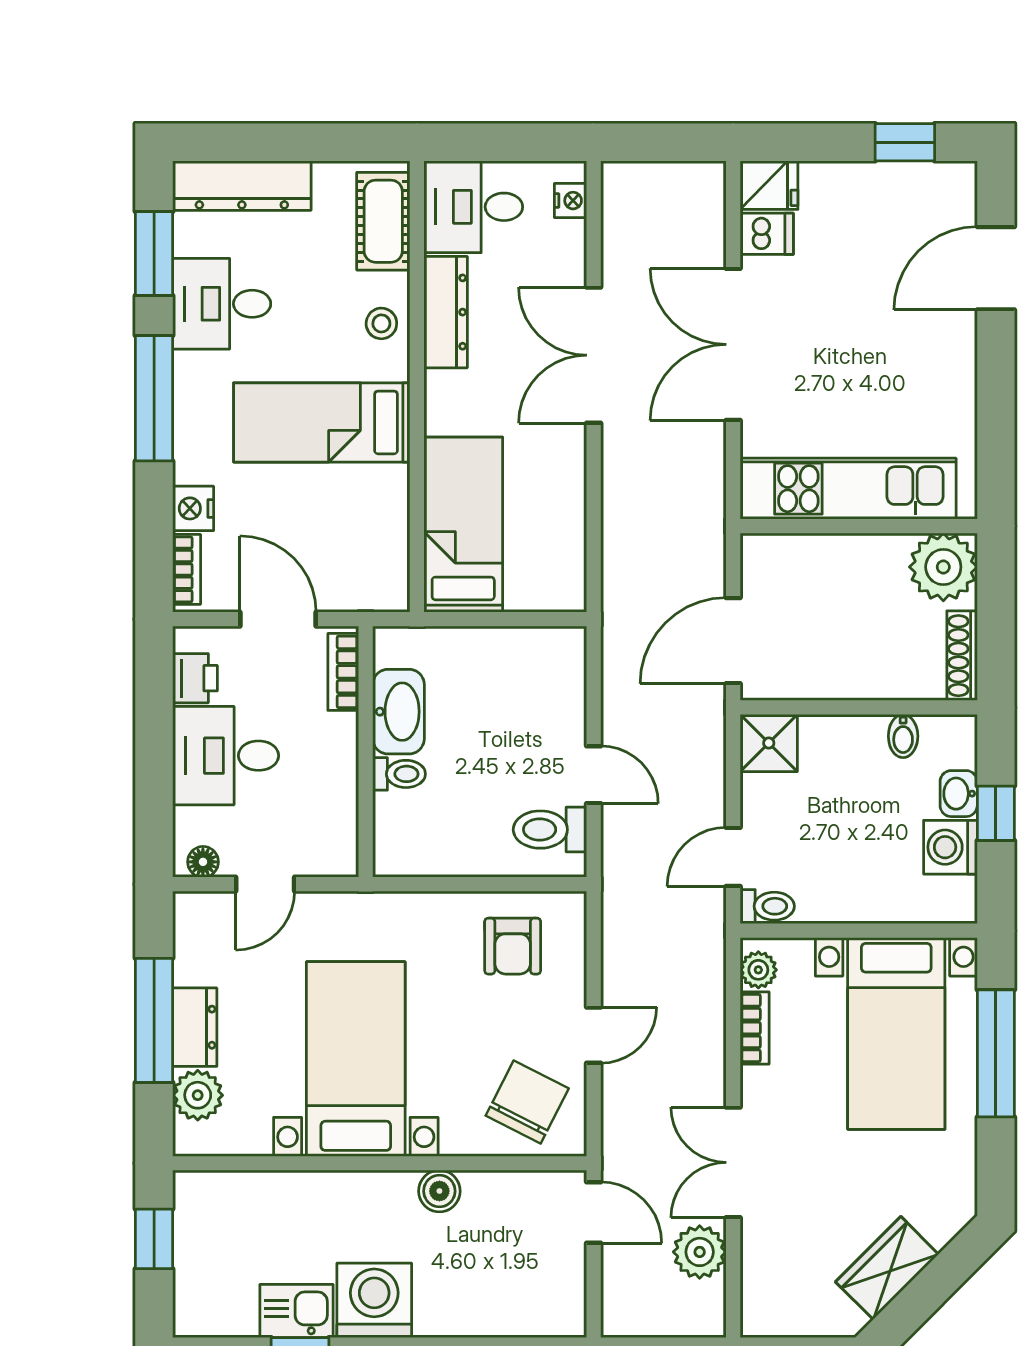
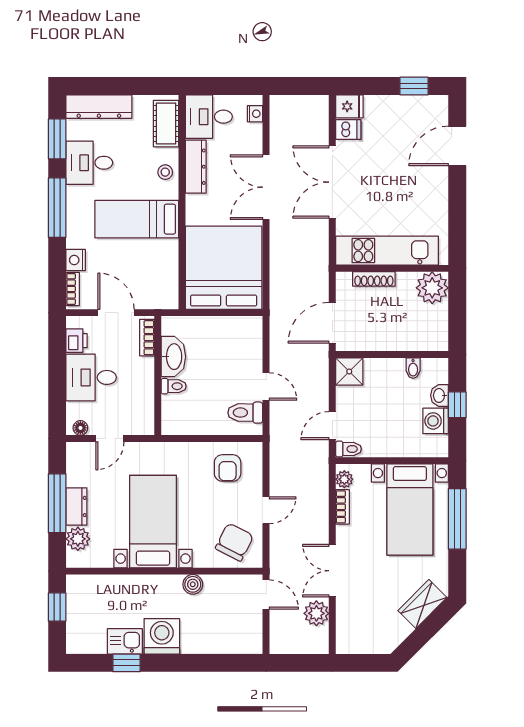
bed: (463, 525) -> (224, 268), width x2.04
shoe rack: (962, 656) -> (374, 279), moved, turned -90
wardrobe: (887, 1268) -> (422, 604), moved

